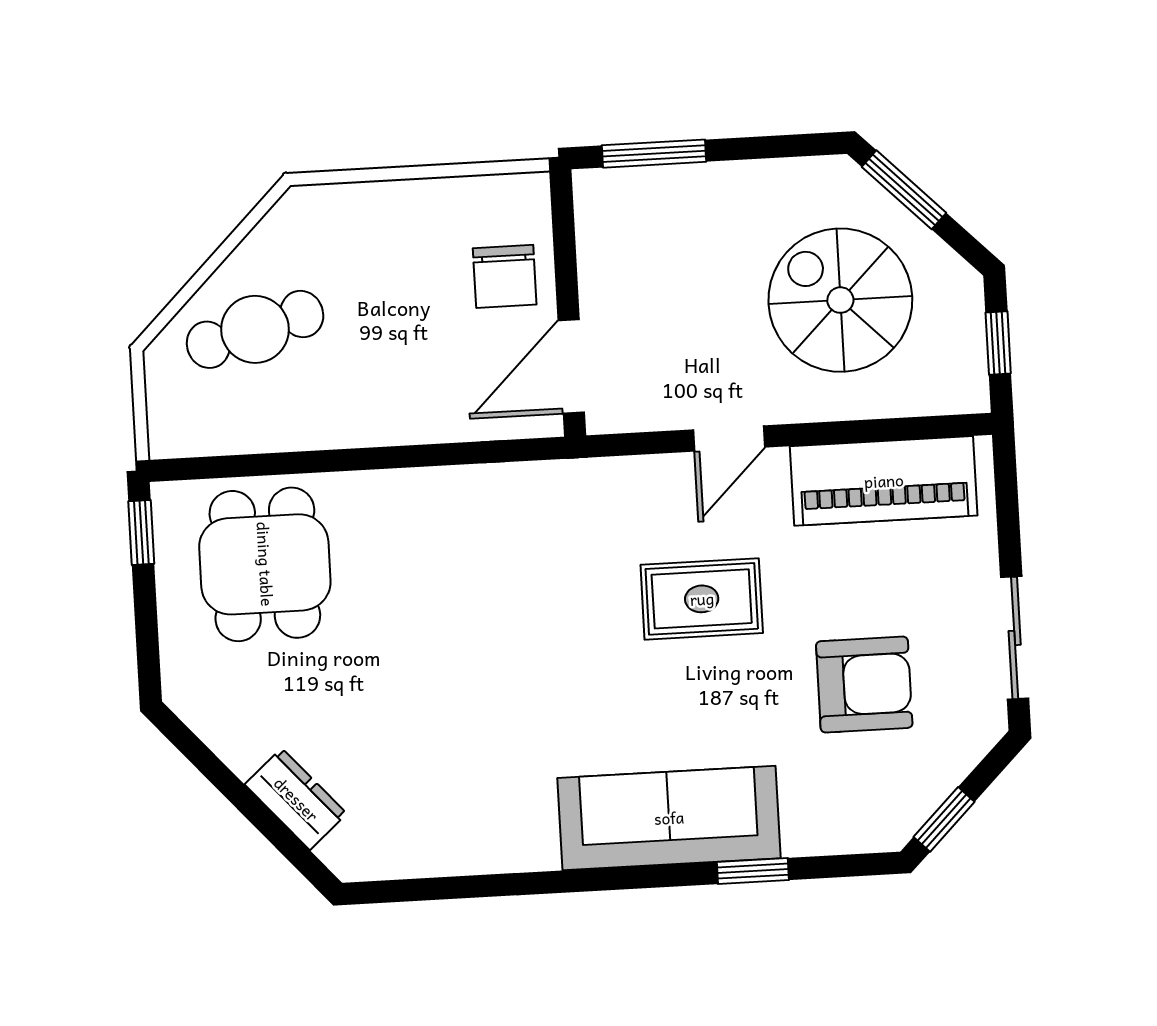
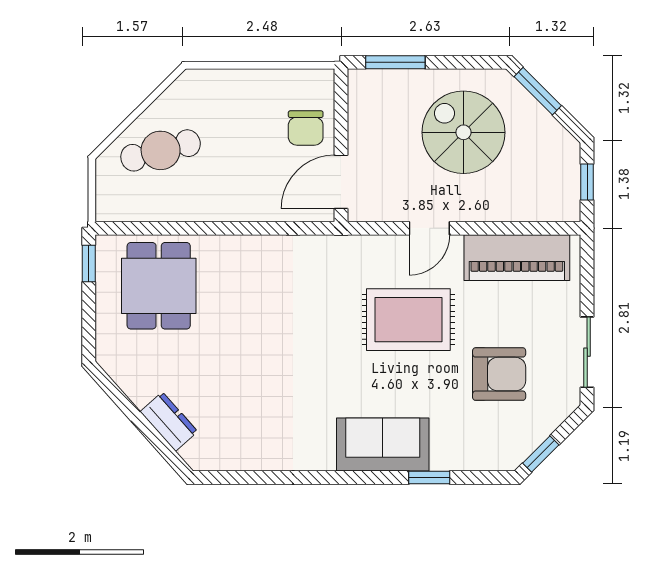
spiral stairs: (840, 300) -> (463, 132), moved
rug: (702, 599) -> (408, 320), width x1.36, depth x1.43
sofa: (669, 818) -> (383, 444), width x0.73

